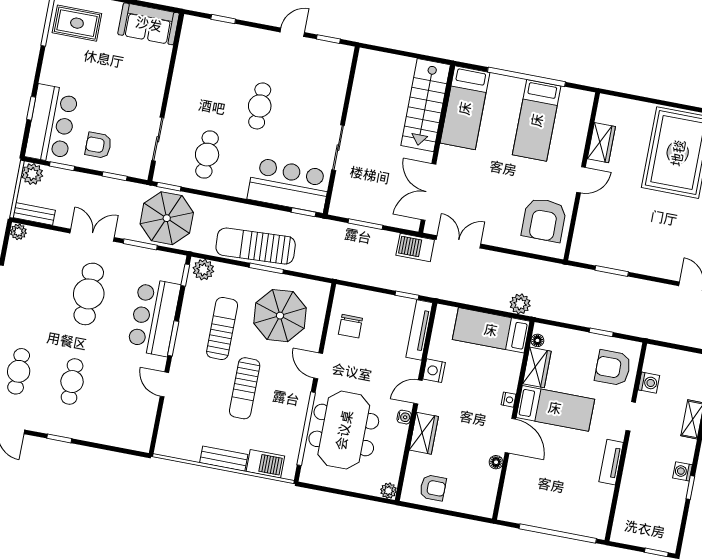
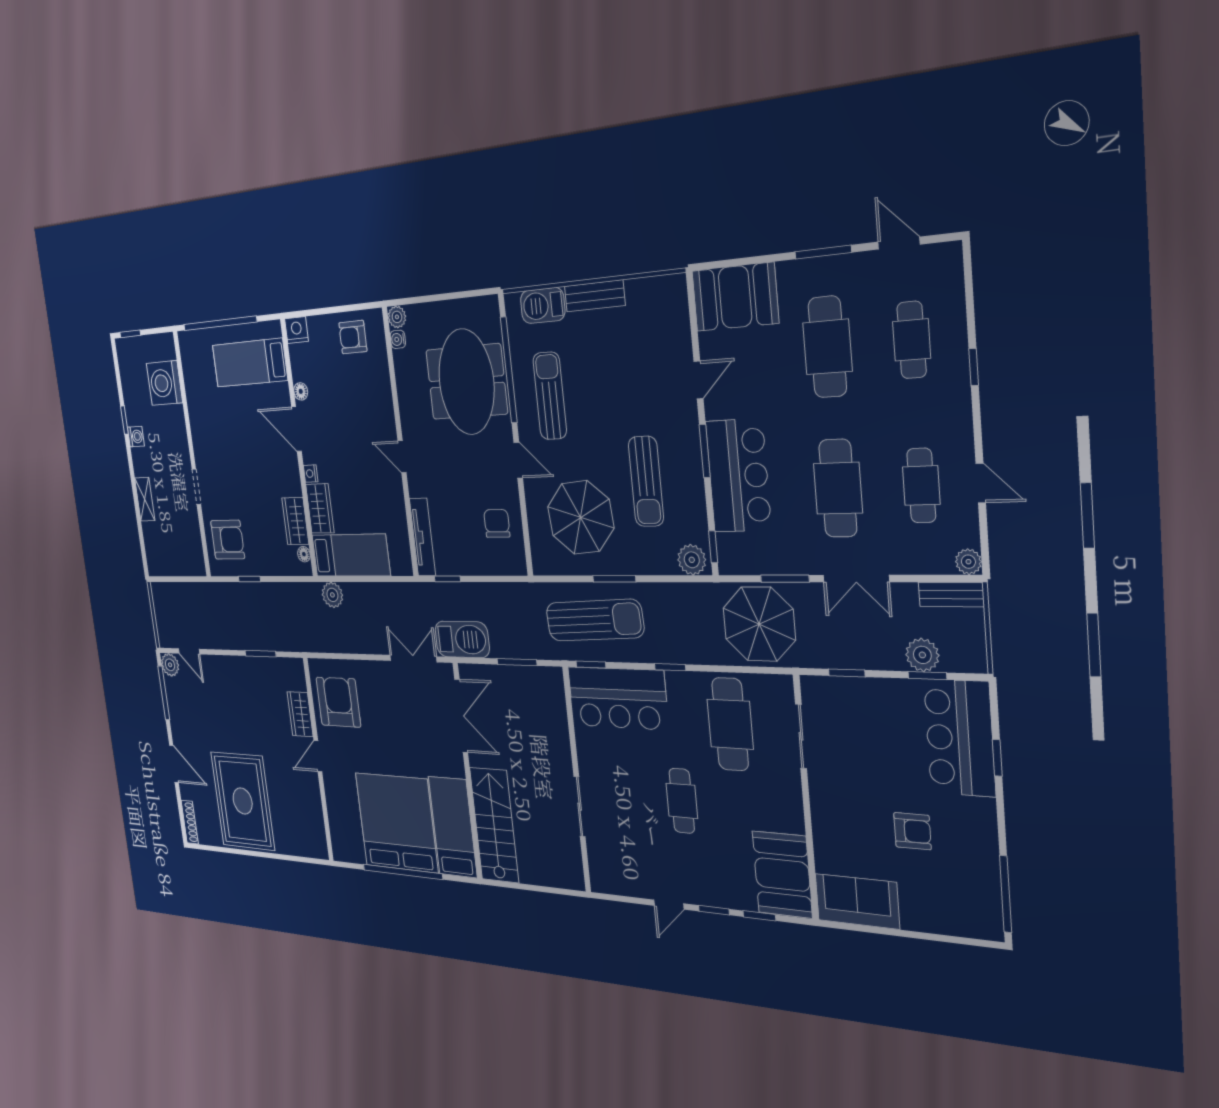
rug: (77, 23) -> (960, 894), removed
window: (328, 39) -> (714, 910), moved
booth: (198, 47) -> (782, 874), added
bed: (537, 120) -> (397, 823), width x2.04
wardrobe: (601, 143) -> (300, 714), moved
armchair: (98, 145) -> (912, 831), moved
sliding door: (338, 148) -> (580, 807), moved
cafe table: (207, 155) -> (730, 724), width x1.37, depth x1.35
plant: (32, 174) -> (922, 655), moved
window: (169, 187) -> (670, 667), moved
double door: (459, 242) -> (413, 659), swing flipped
sun lounger: (256, 246) -> (595, 620), moved
barbecue: (415, 248) -> (462, 639), width x1.37, depth x1.21
cafe table: (35, 284) -> (921, 486), added
nightstand: (434, 371) -> (297, 330), moved, turned -90
cafe table: (72, 382) -> (827, 347), width x1.37, depth x1.35
washing machine: (649, 383) -> (164, 383), moved, width x1.89, depth x1.89
door: (164, 384) -> (698, 380), hinge flipped
sun lounger: (245, 388) -> (550, 396), moved
door: (418, 392) -> (402, 457), swing flipped
bed: (555, 408) -> (250, 363), moved
water cooler: (404, 417) -> (398, 339), moved
booth: (124, 429) -> (735, 297), added
wardrobe: (424, 433) -> (320, 508), moved, turned 180
window: (59, 438) -> (823, 252), width x1.50
tv unit: (611, 462) -> (198, 427), removed

